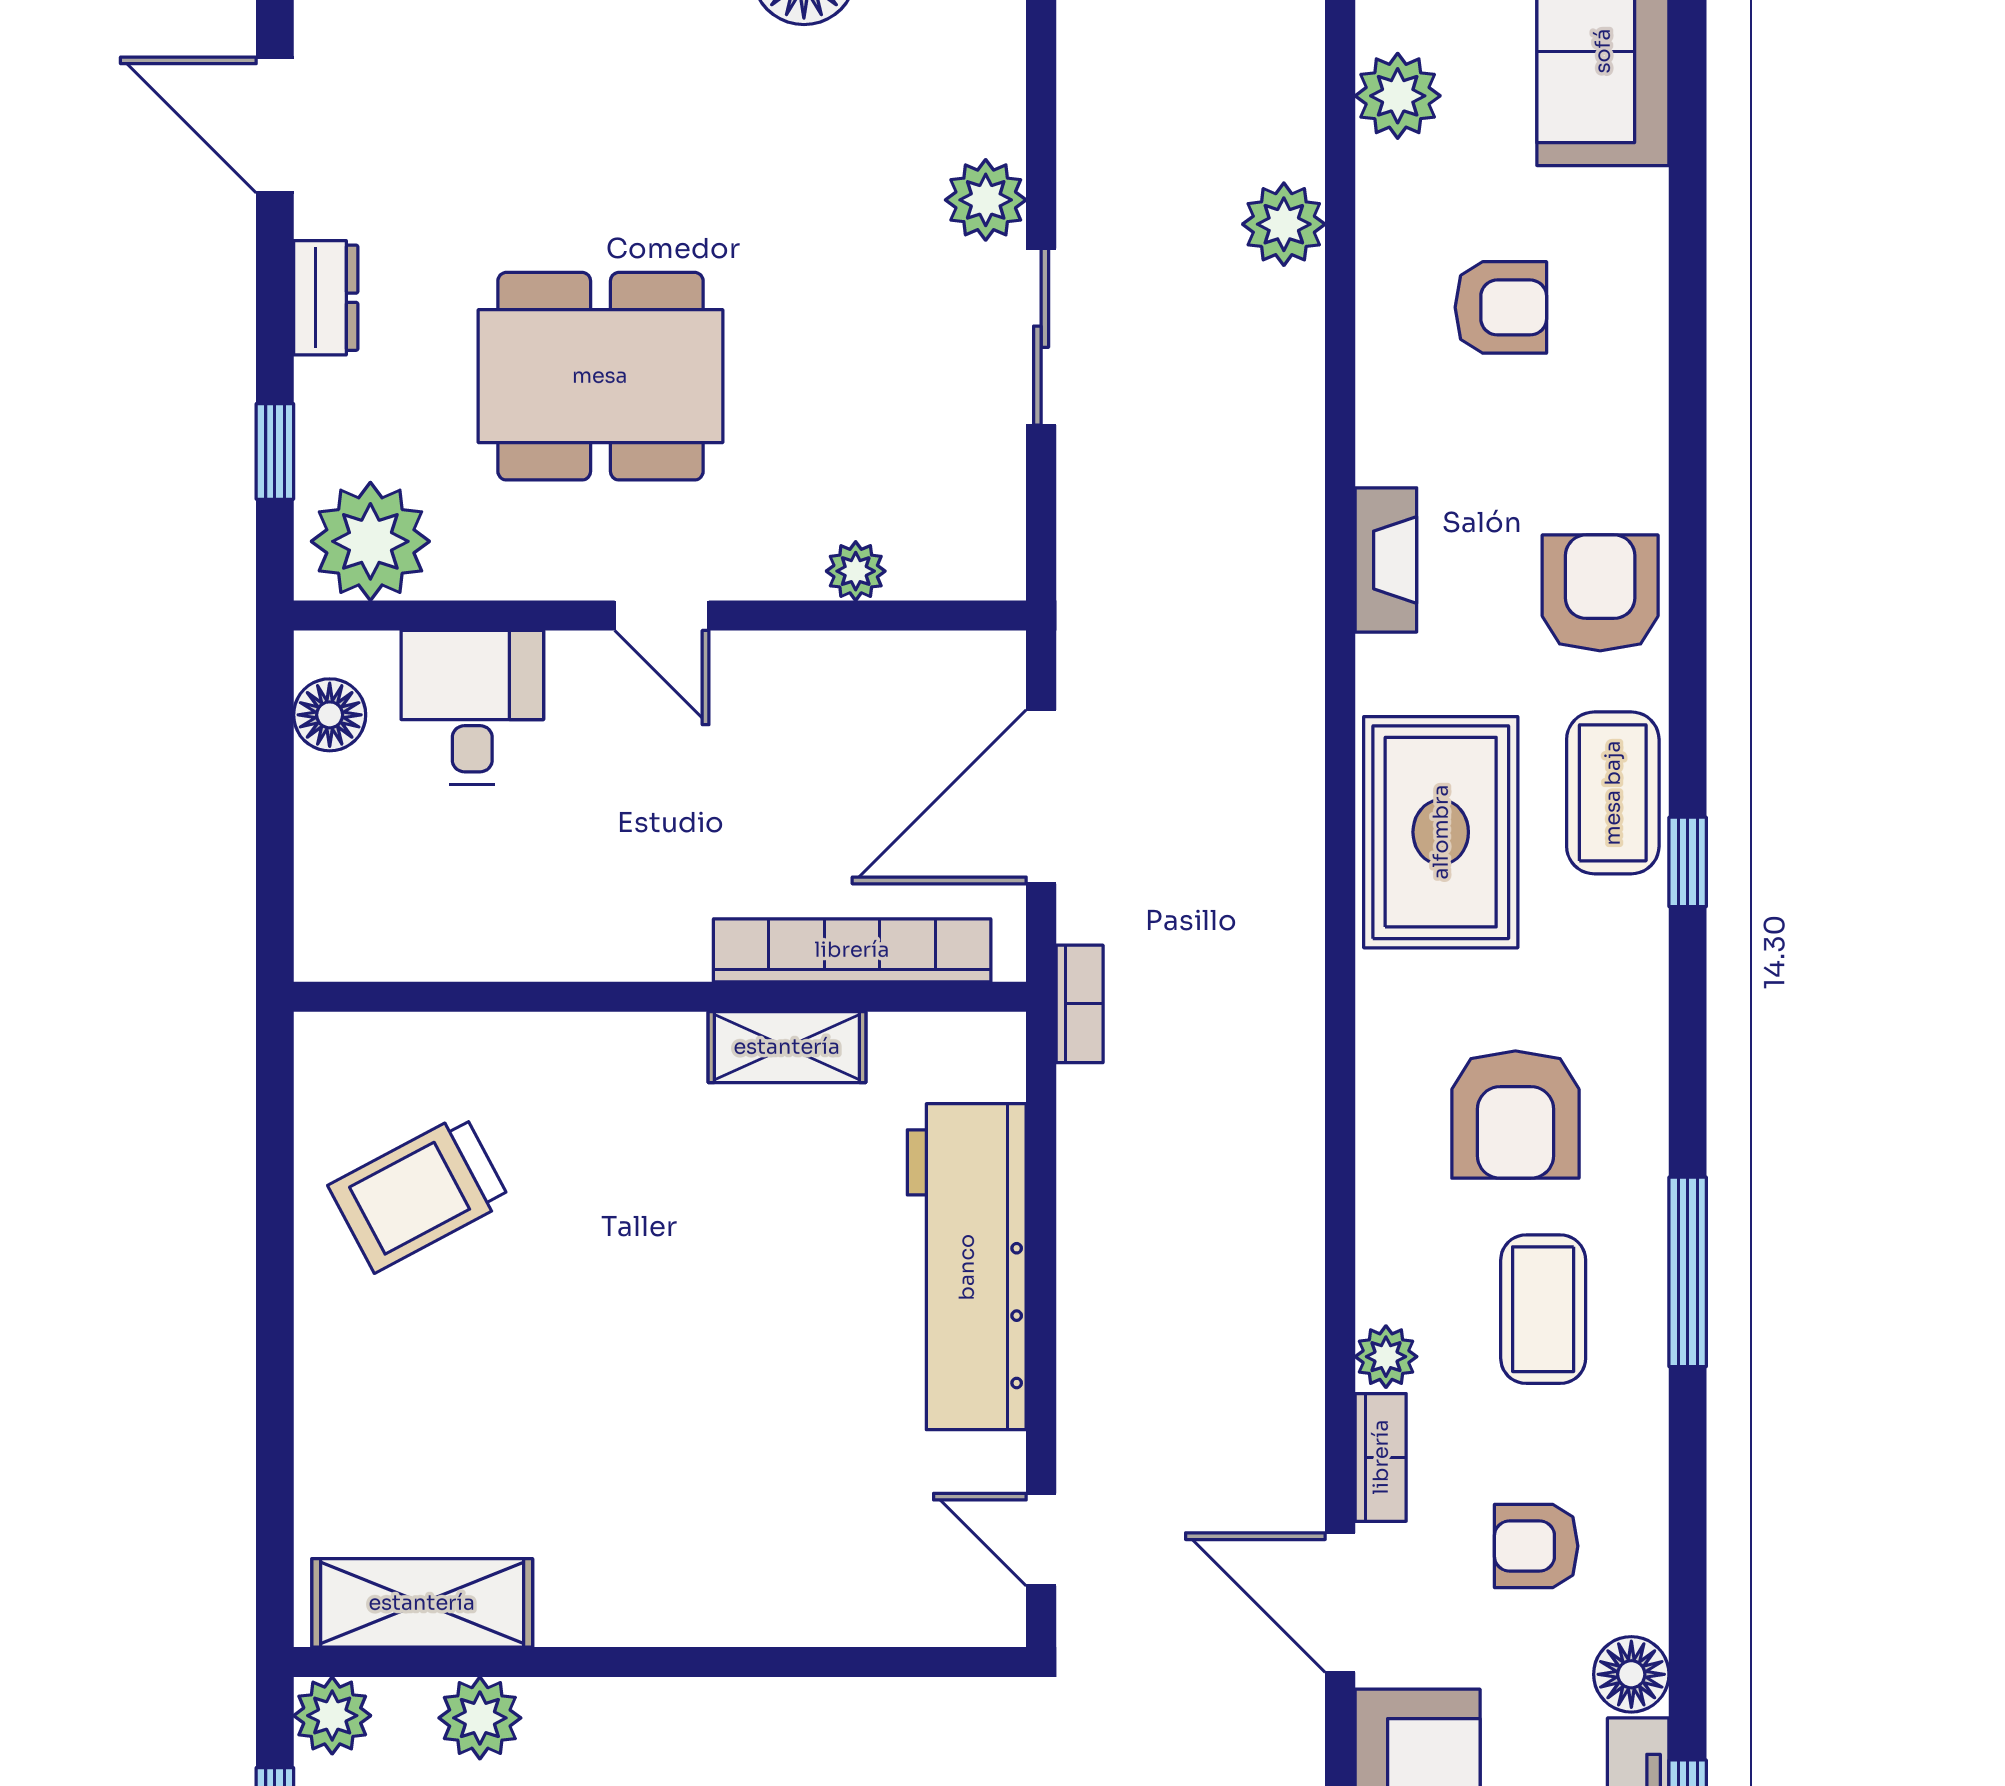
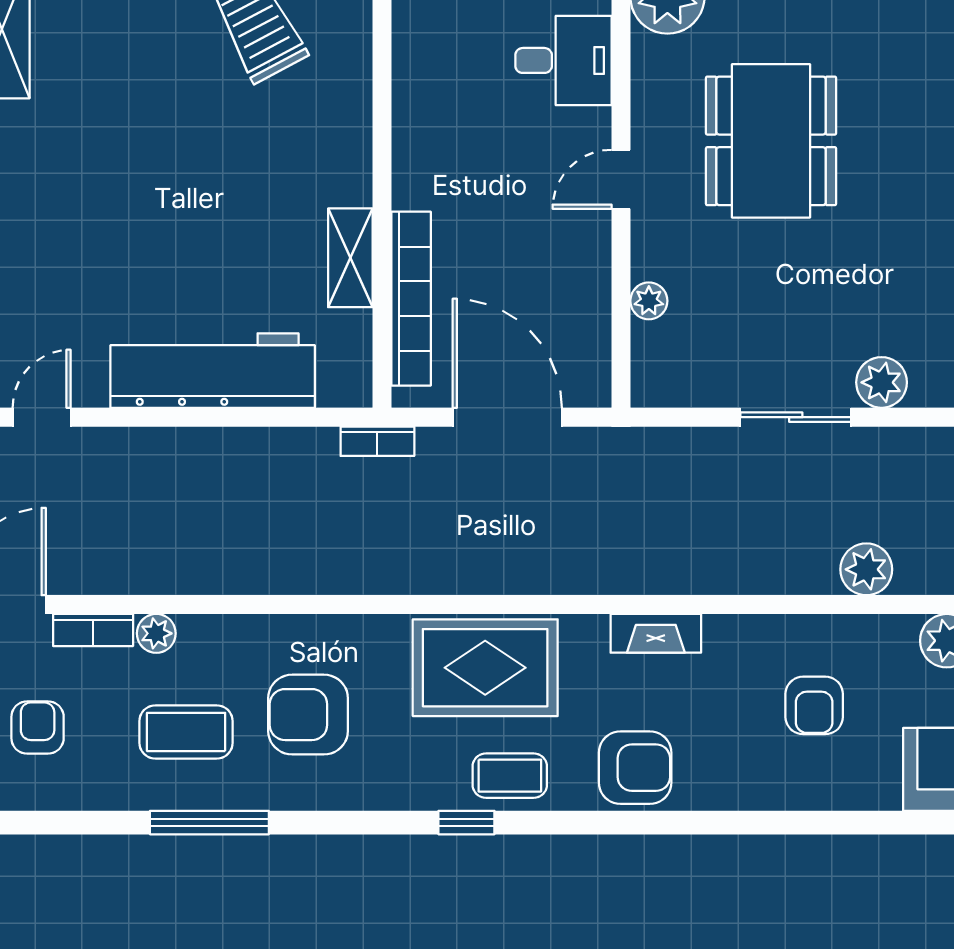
coffee table: (1613, 793) -> (510, 776), width x0.73, depth x0.77

